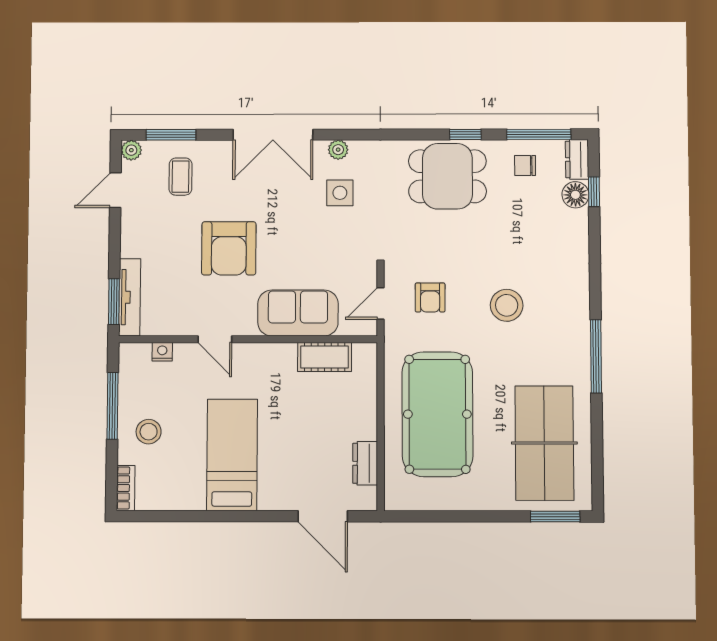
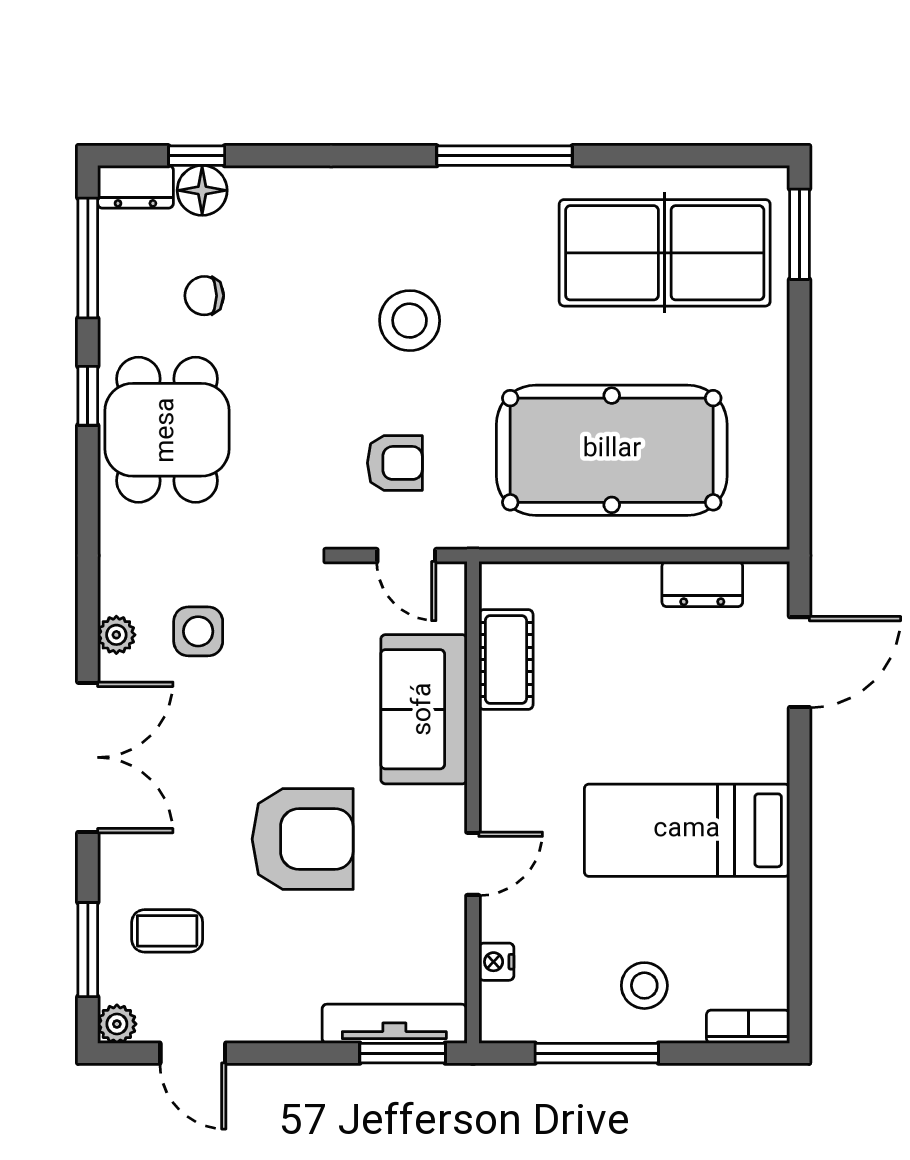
chair: (525, 165) -> (204, 296), moved, turned 90

